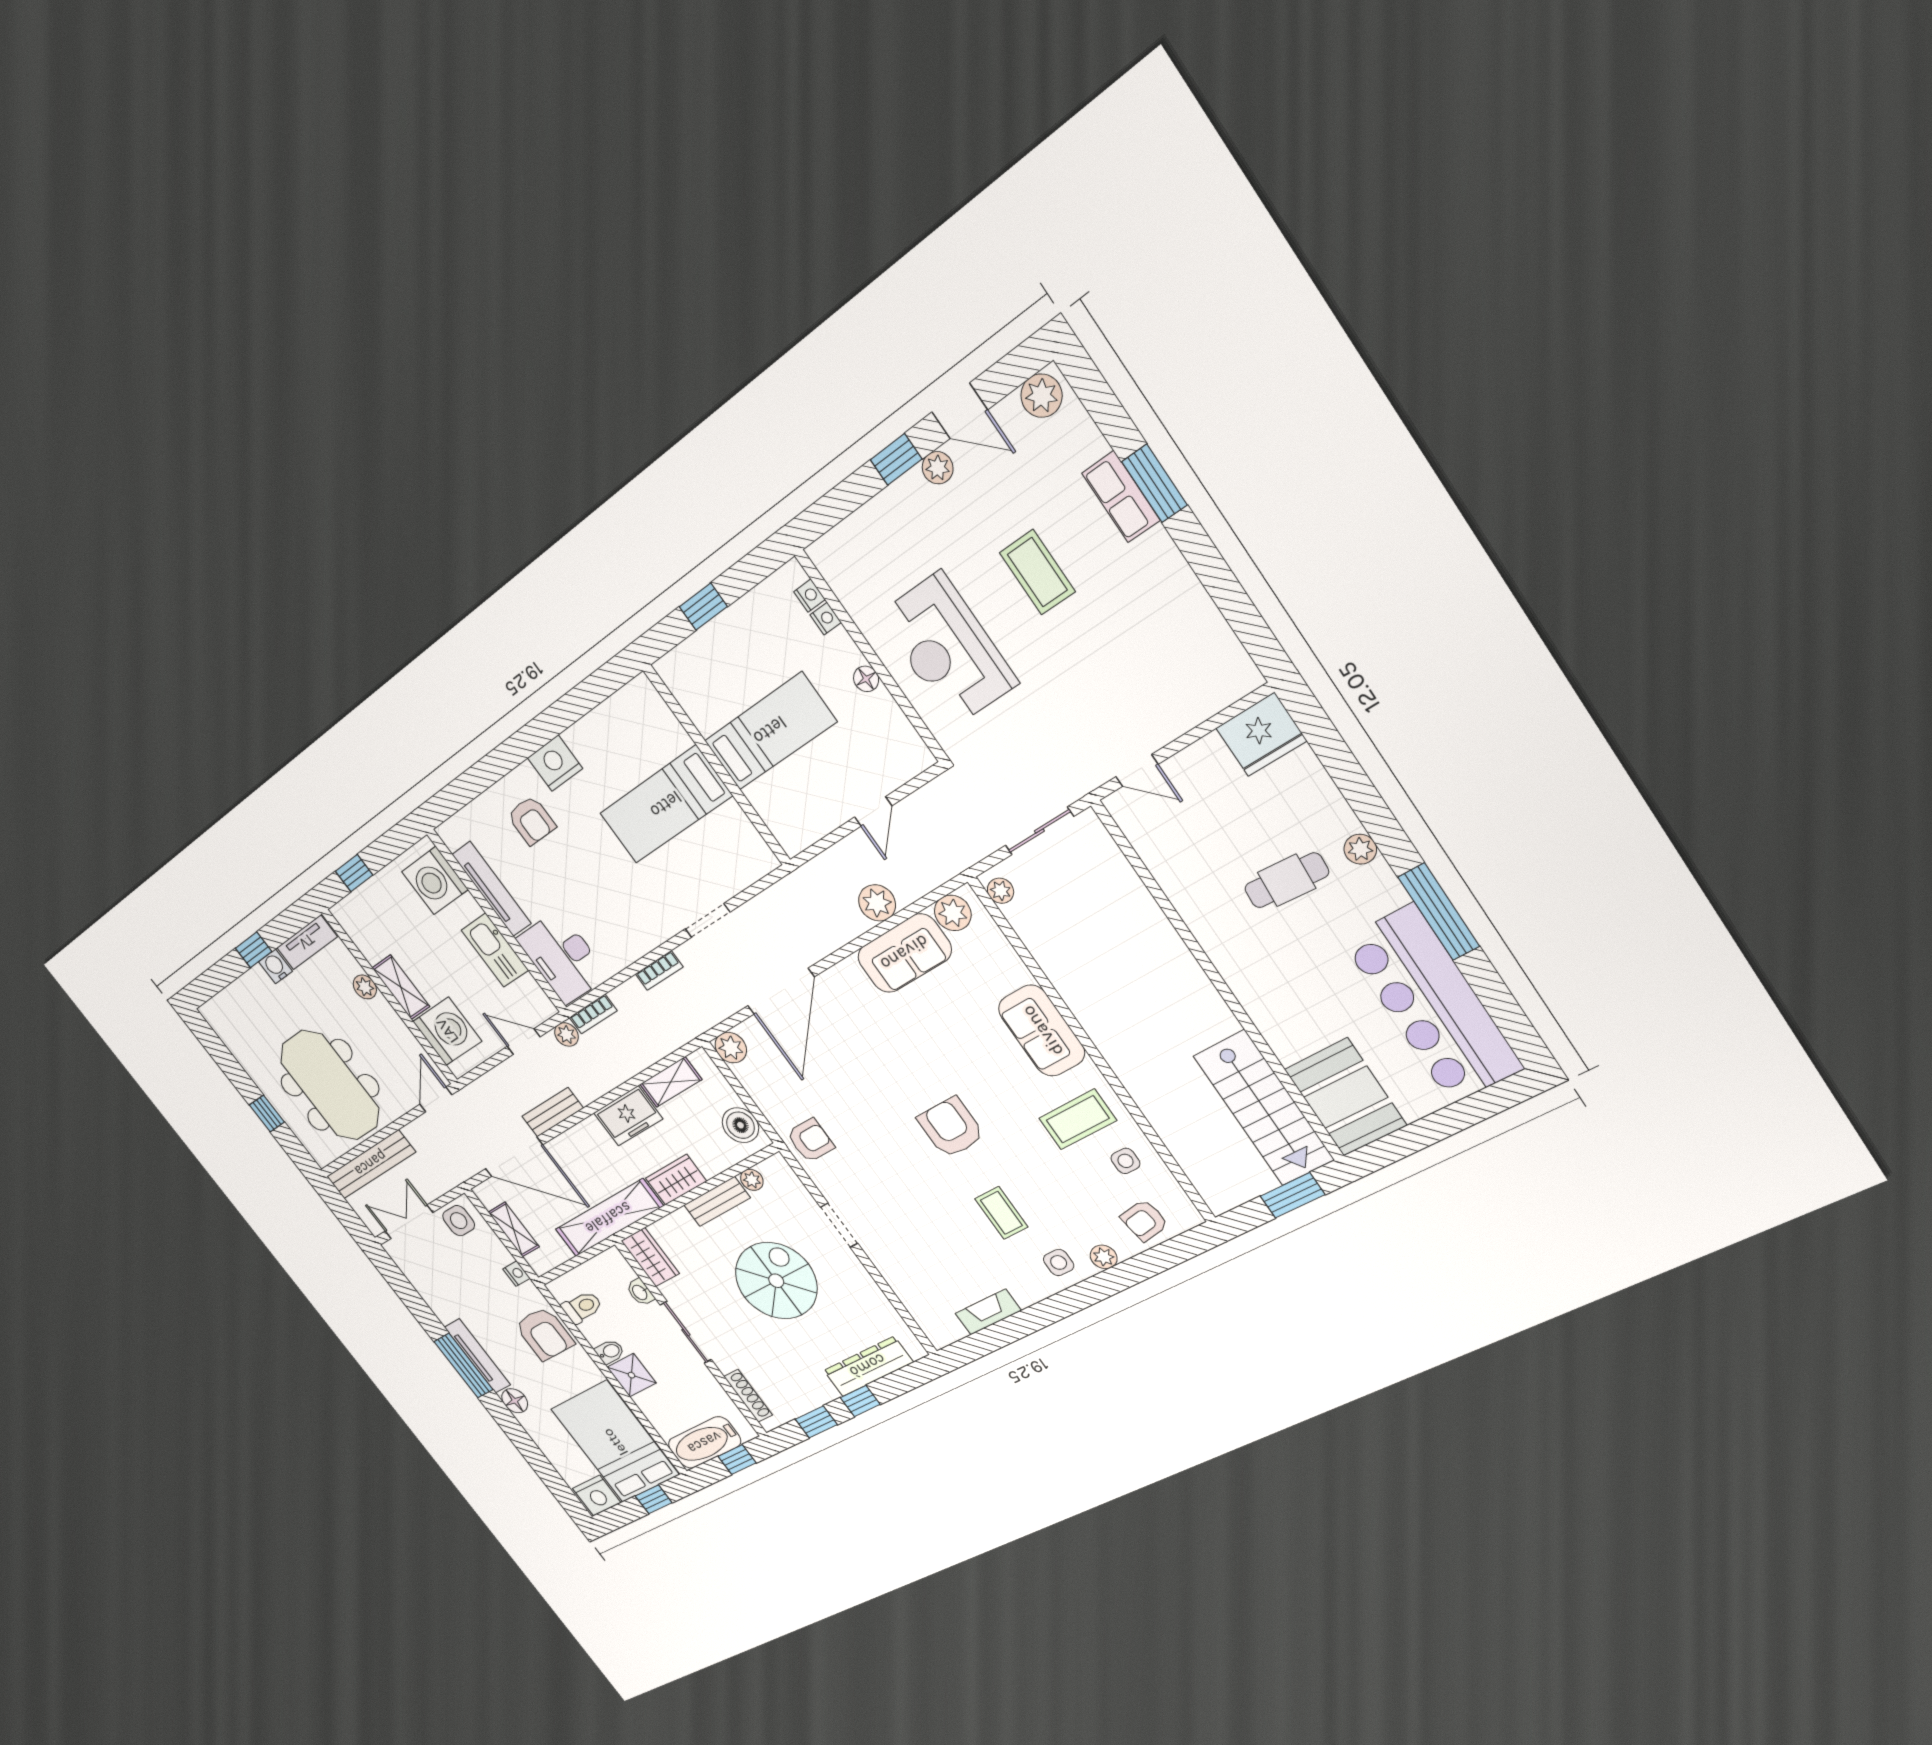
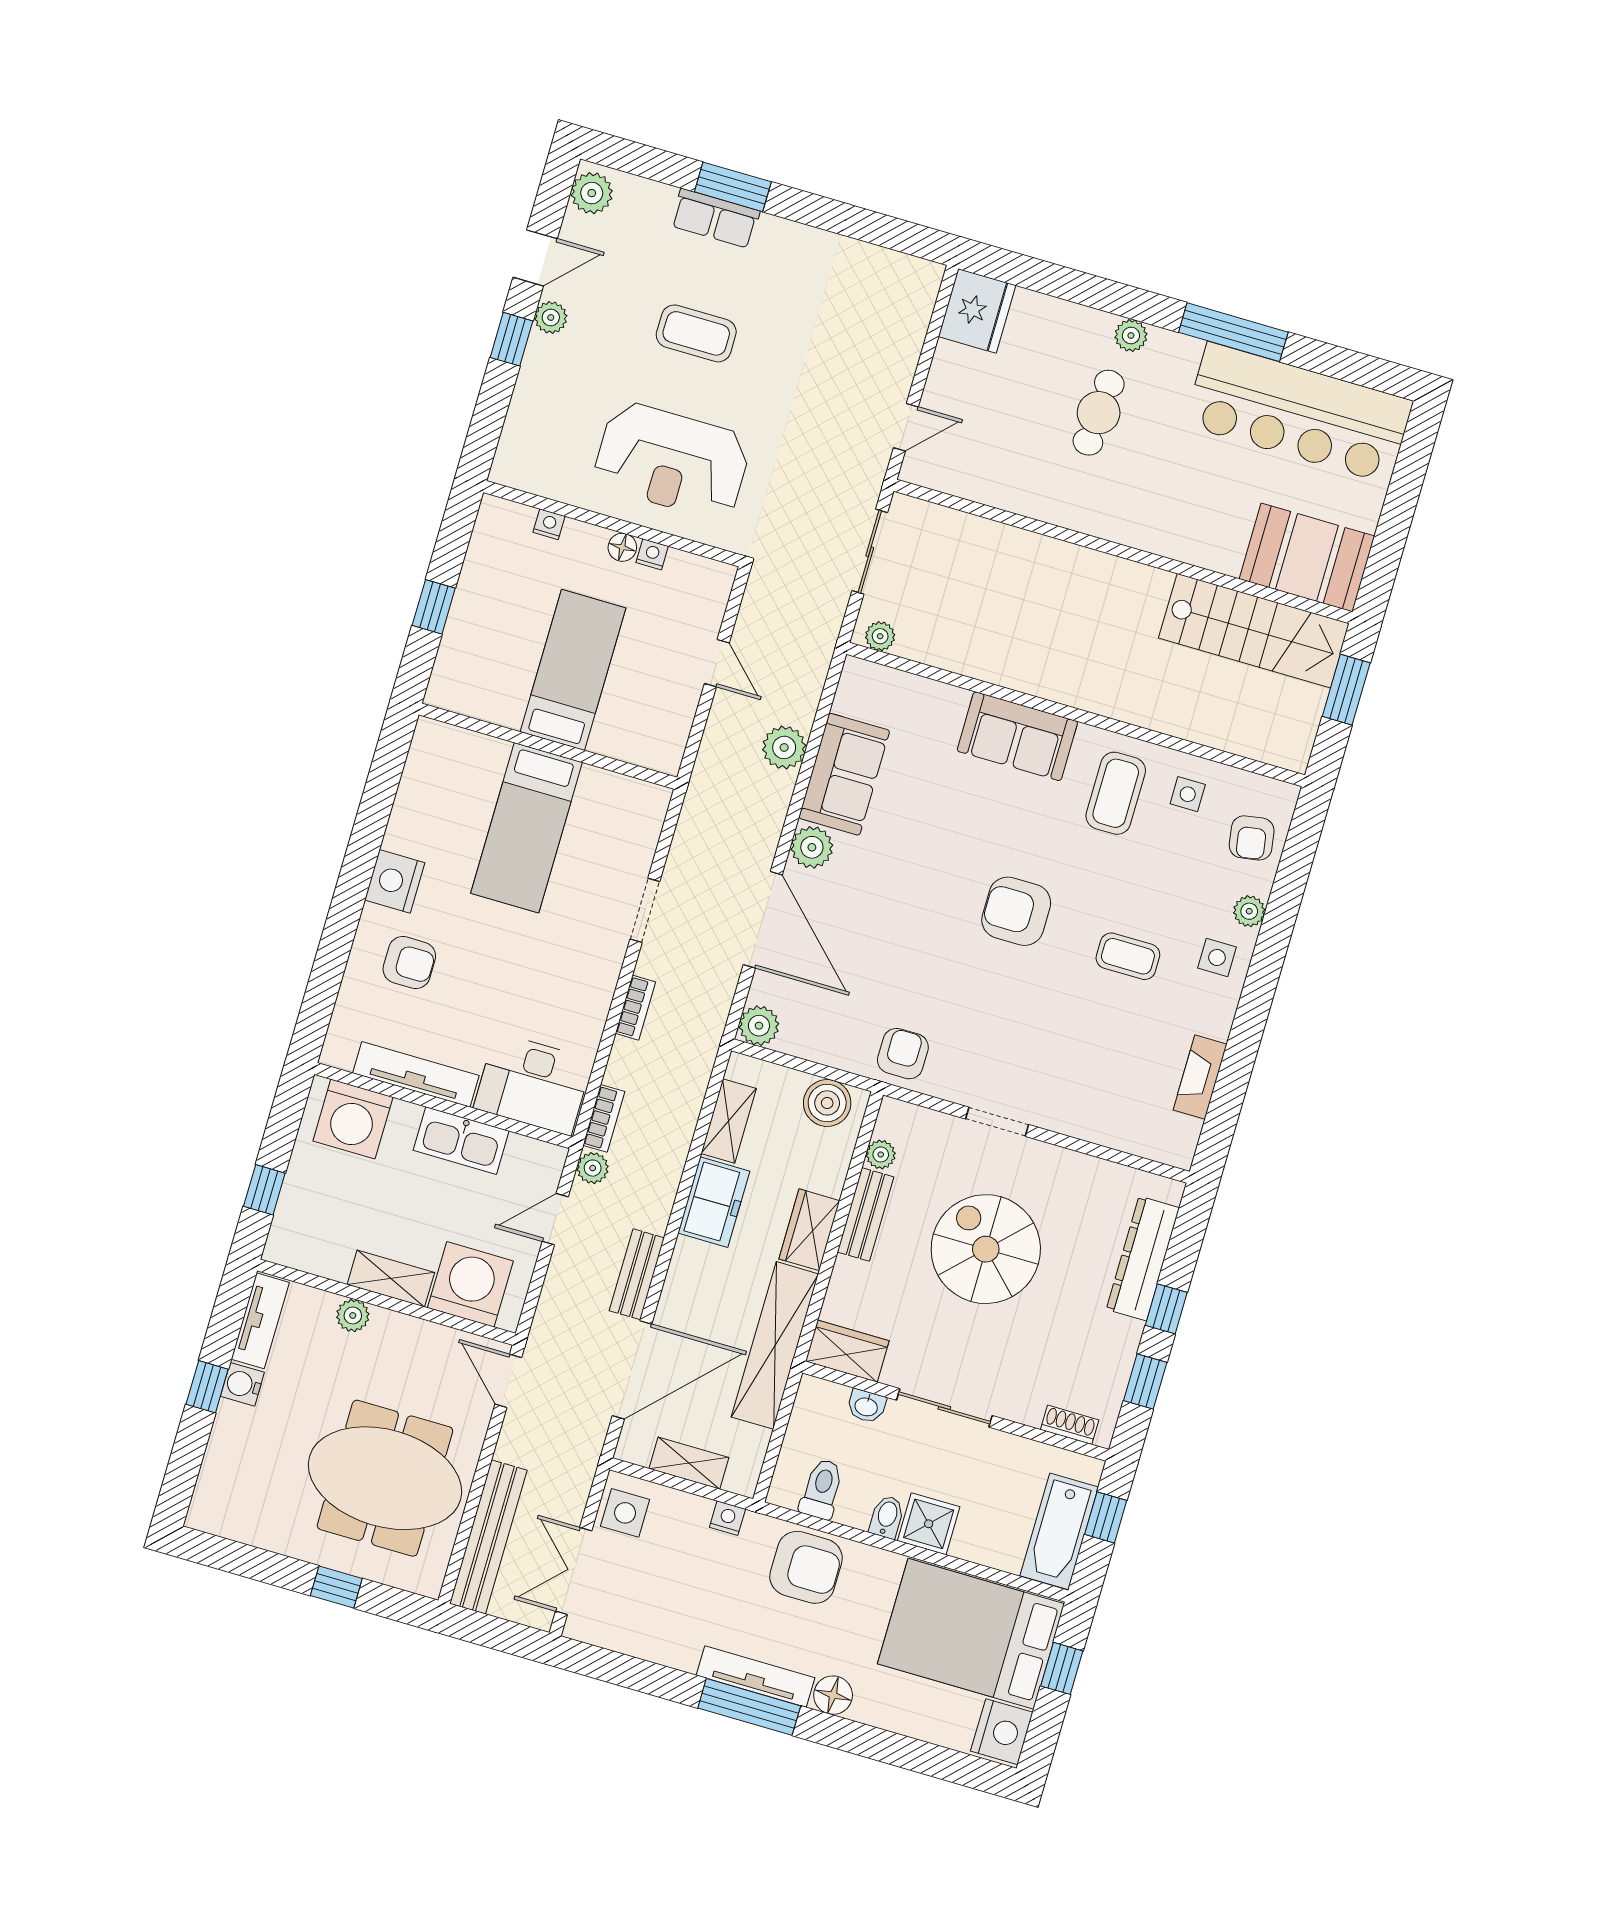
nightstand: (809, 596) -> (652, 554), moved
plant: (953, 913) -> (812, 847), moved
shoe rack: (748, 1396) -> (1070, 1425), width x0.70

